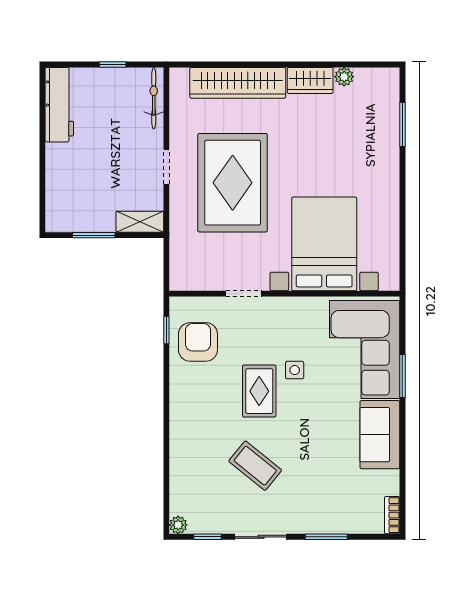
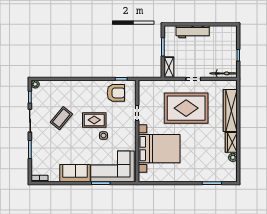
workbench: (59, 105) -> (193, 32), moved

